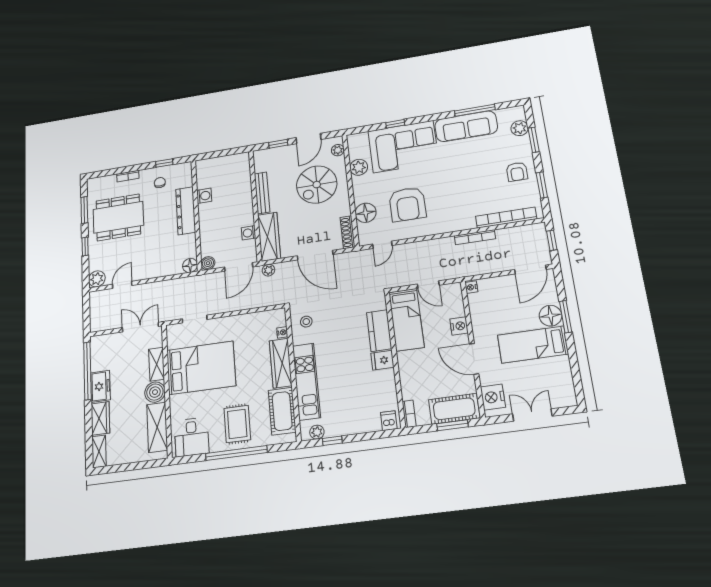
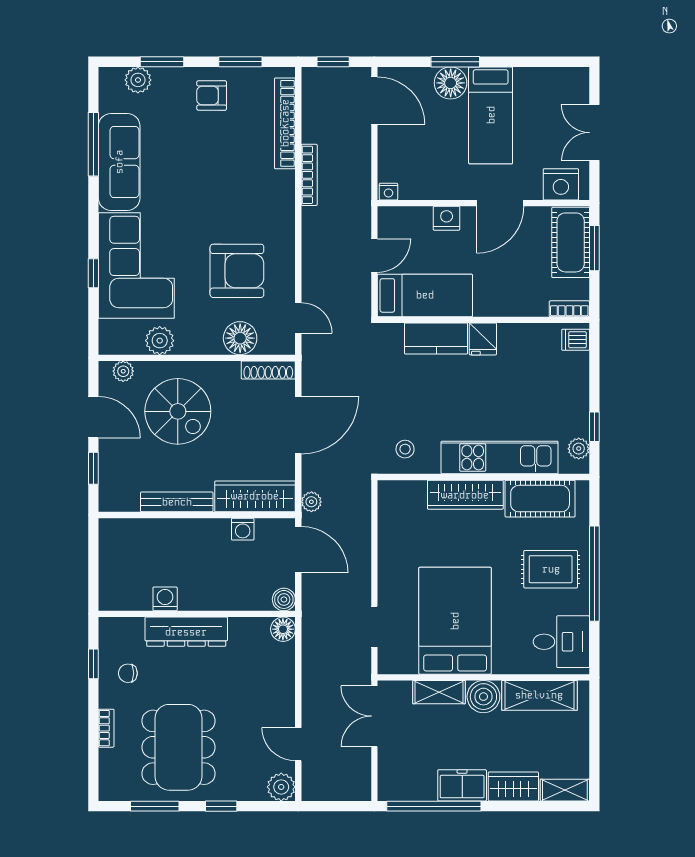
armchair: (517, 172) -> (212, 96), turned 180
nightstand: (282, 332) -> (417, 488), removed

